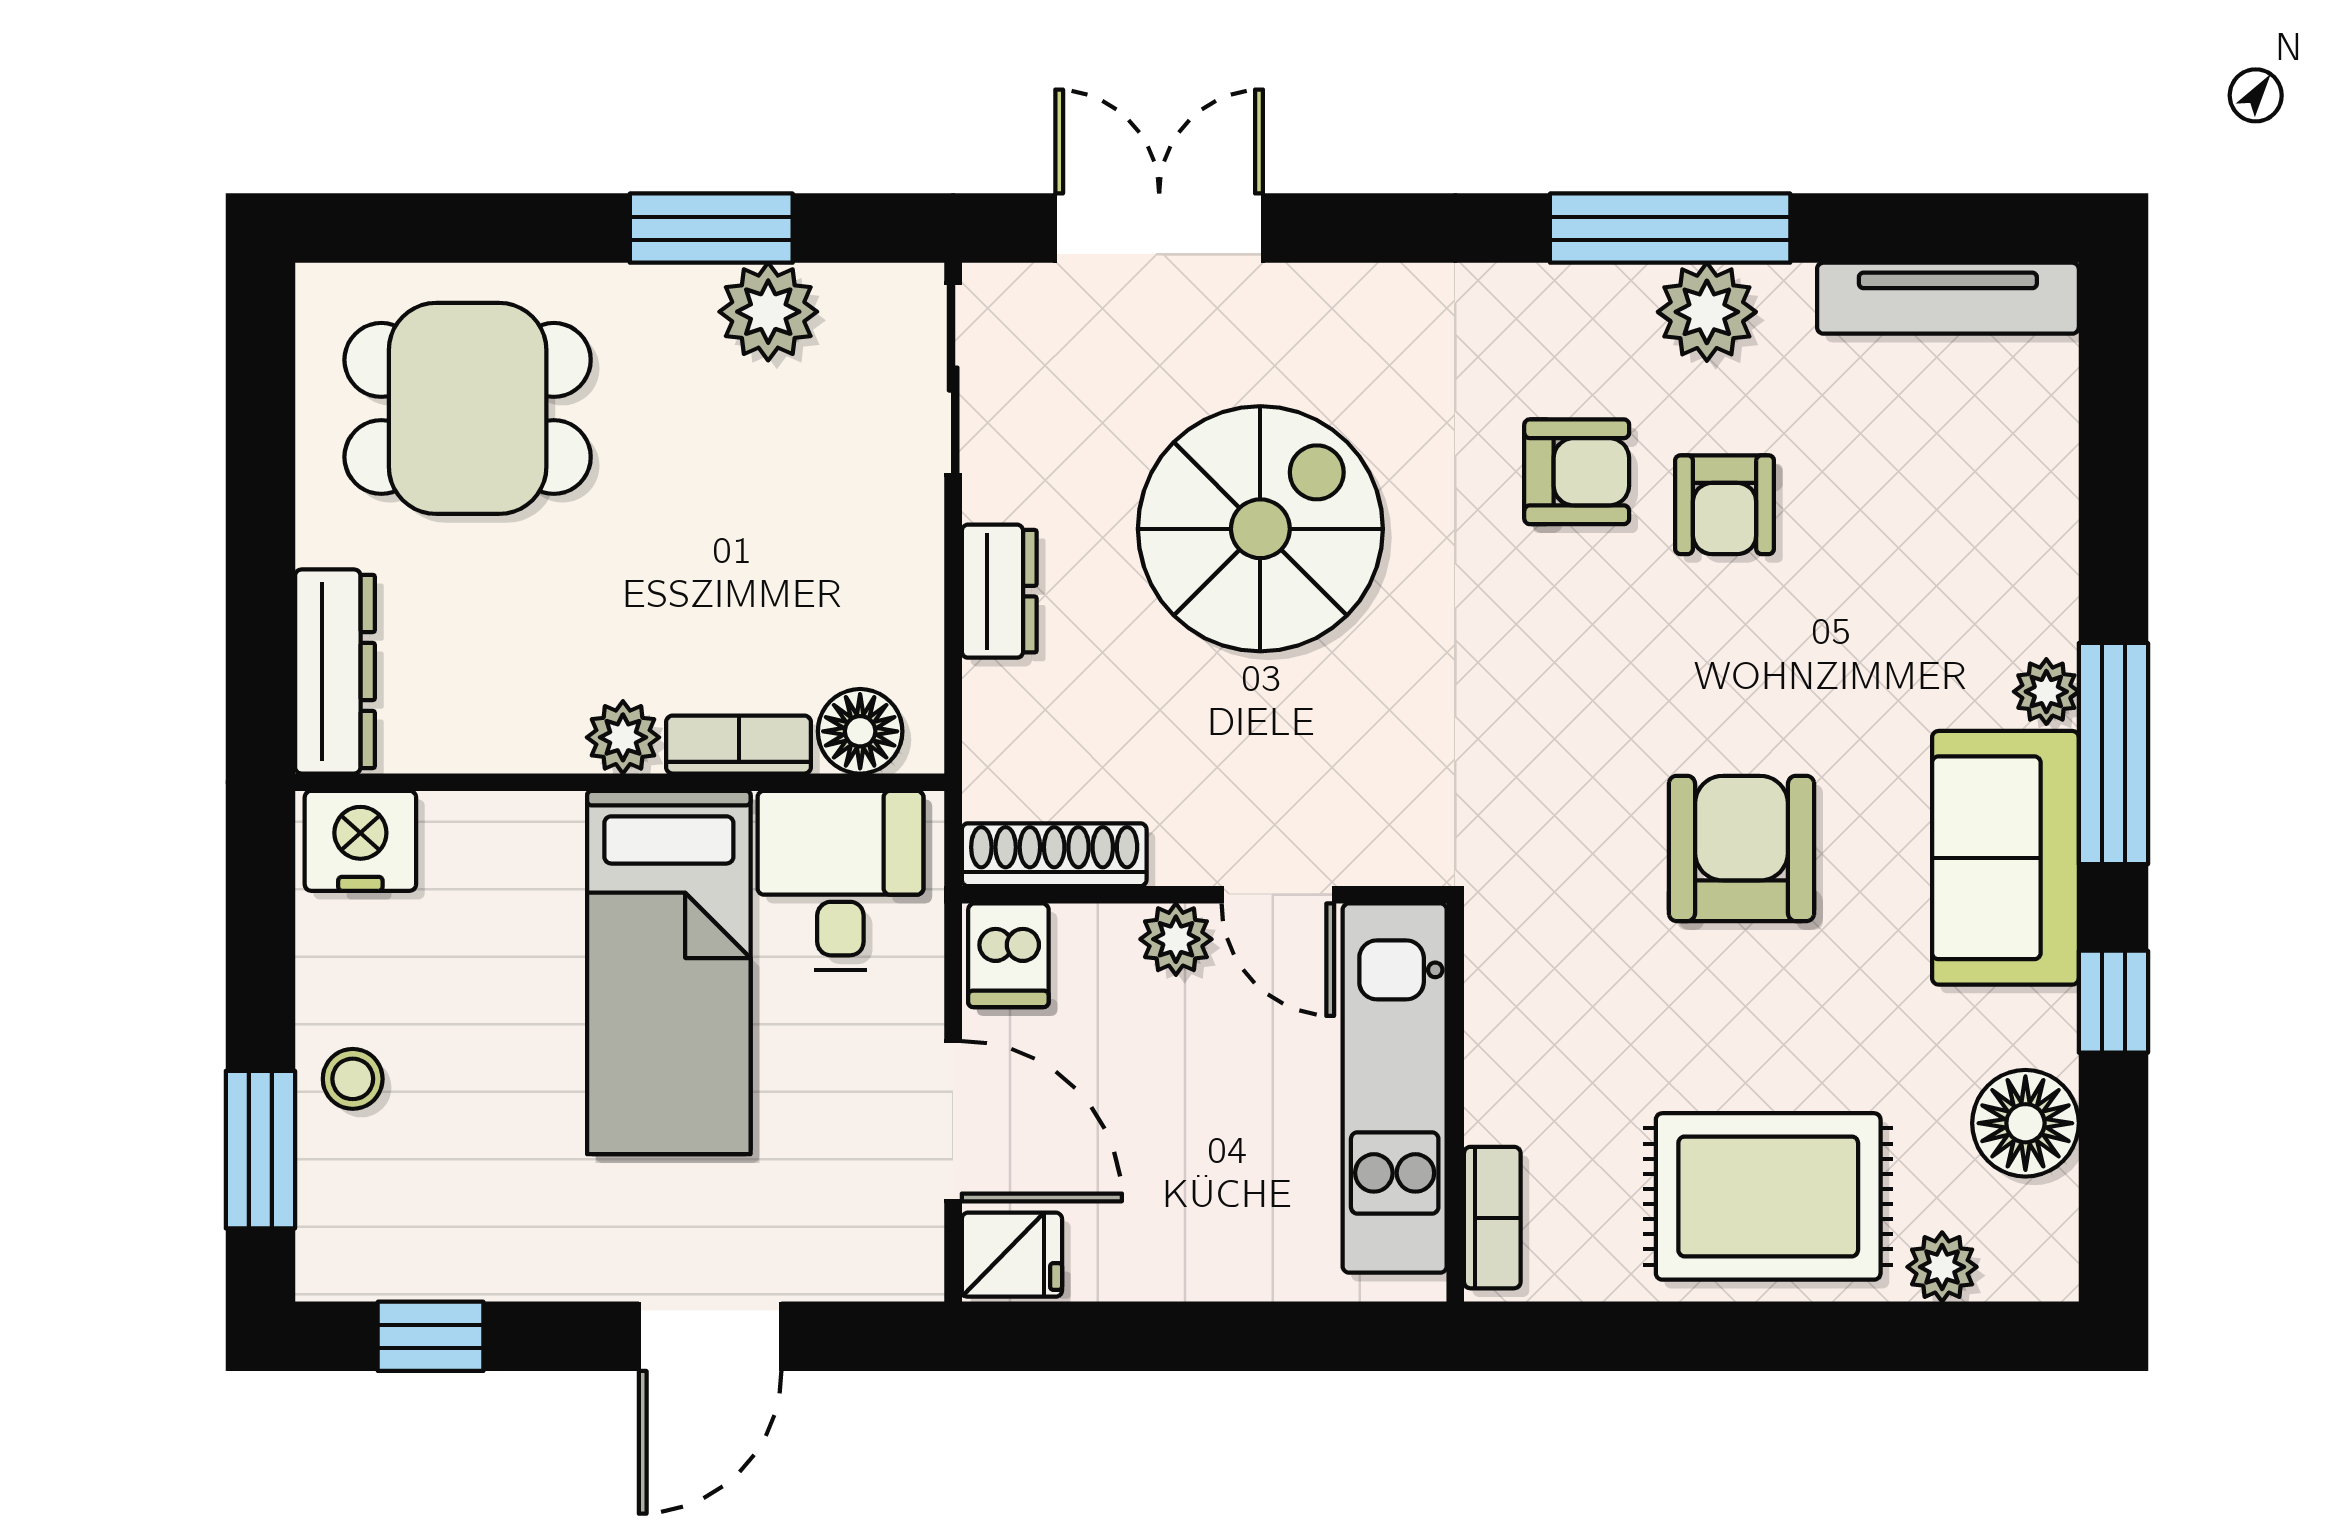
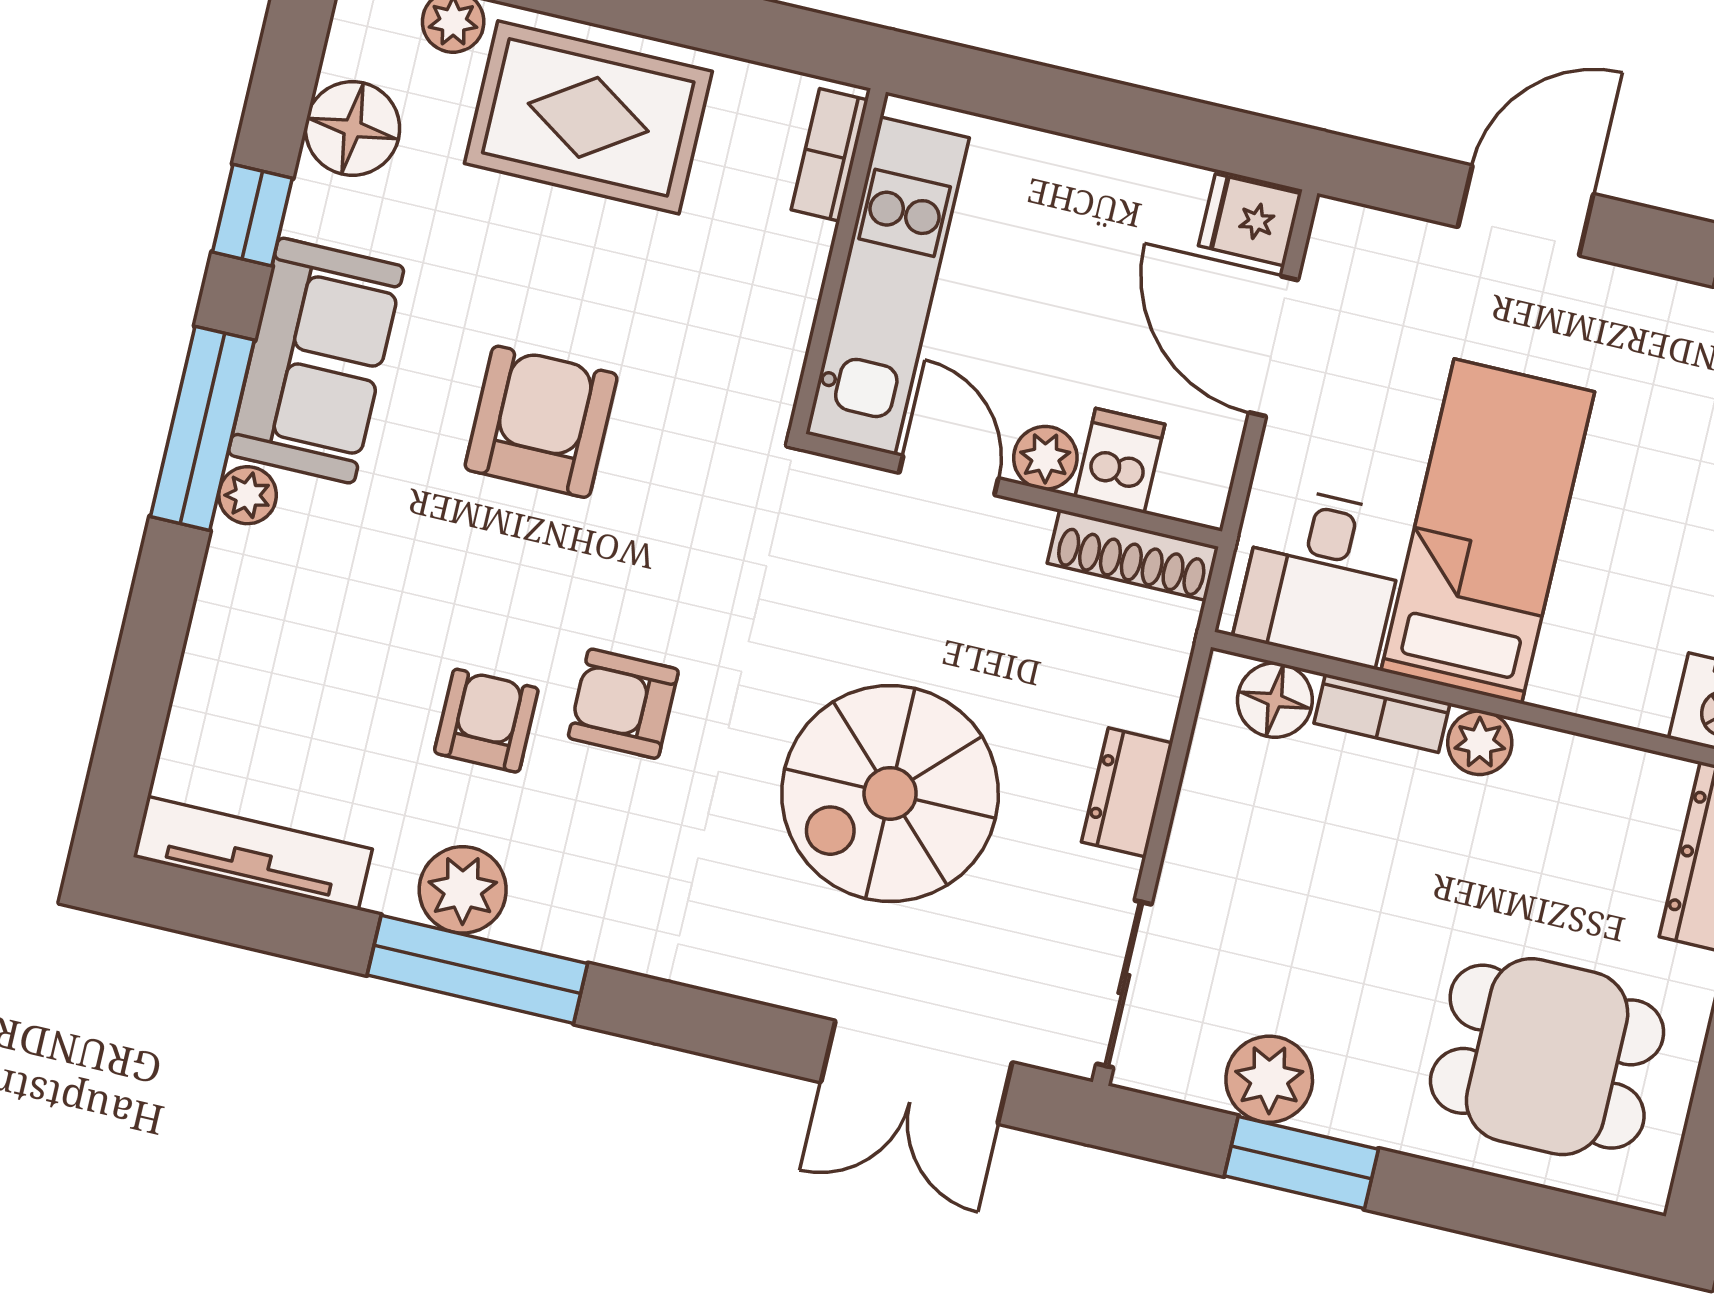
armchair: (1577, 472) -> (623, 704), moved
armchair: (1741, 848) -> (541, 422), turned 180
dishwasher: (1008, 955) -> (1120, 461), moved

